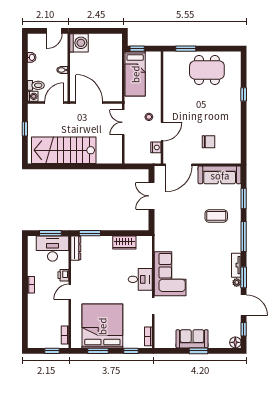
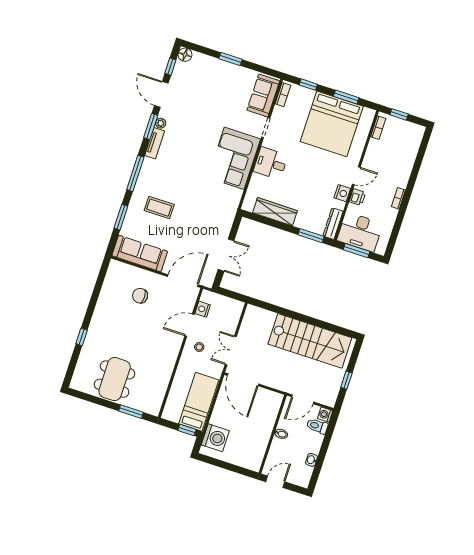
washing machine: (79, 43) -> (215, 438), moved, turned 180
dining table: (207, 70) -> (115, 379), turned 90
door: (89, 103) -> (243, 380), moved
double door: (123, 122) -> (231, 351), swing flipped
wardrobe: (124, 242) -> (275, 212), width x1.50
nightstand: (76, 274) -> (342, 193), added
sofa: (192, 339) -> (263, 96), moved, turned 90

